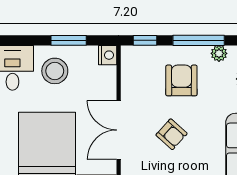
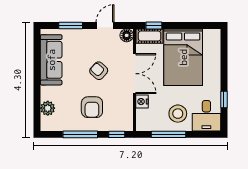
window: (69, 40) -> (168, 134), width x1.44
plant: (219, 53) -> (67, 125), removed
nightstand: (108, 55) -> (142, 102), moved

